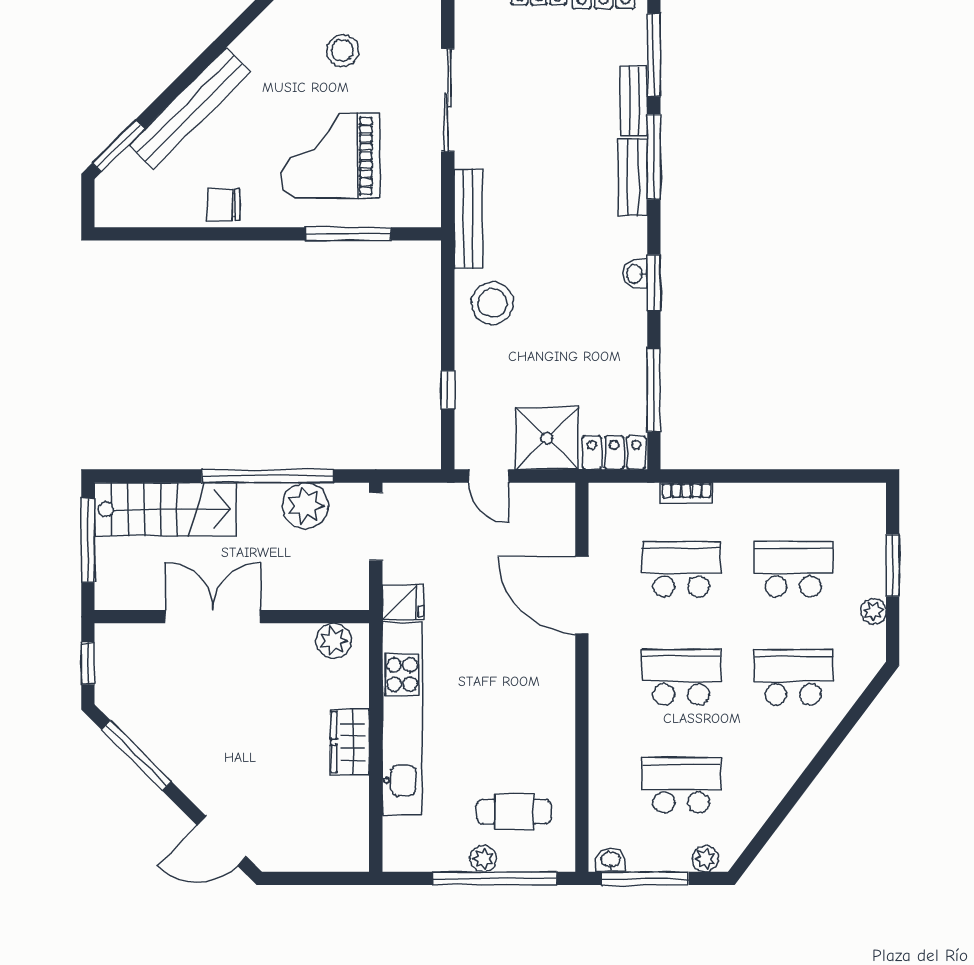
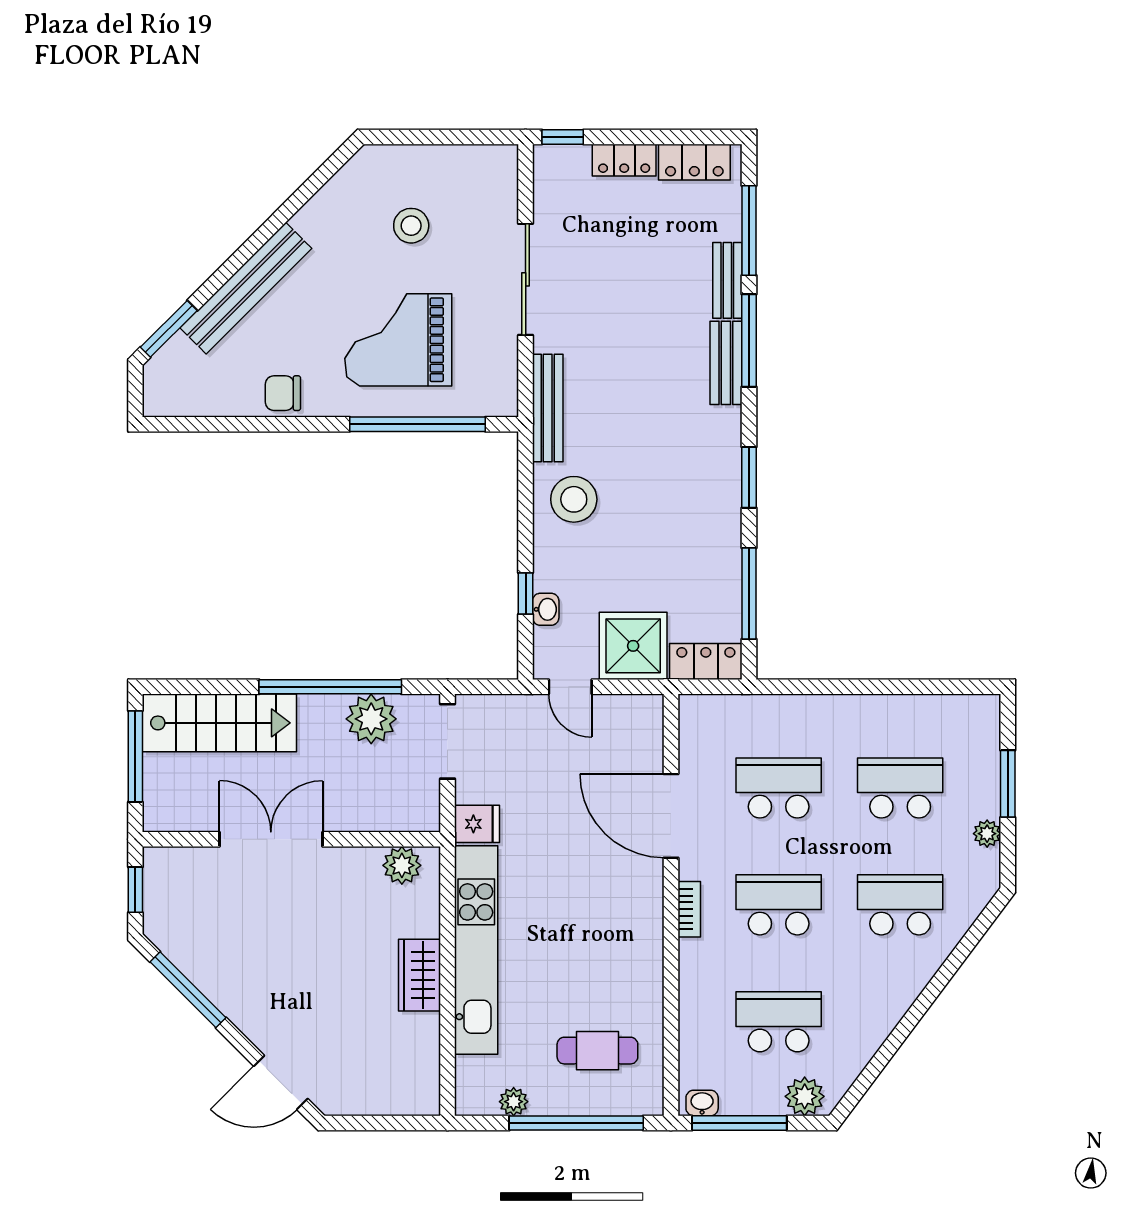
window: (348, 234) -> (418, 424), width x1.46
washbasin: (635, 274) -> (546, 609), moved, turned 180
bookcase: (686, 493) -> (689, 909), moved, turned -90
plant: (483, 859) -> (514, 1102), moved
plant: (705, 859) -> (805, 1096), width x1.38, depth x1.38

